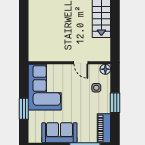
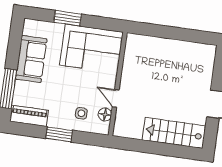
door: (81, 63) -> (116, 98), hinge flipped
floor lamp: (105, 69) -> (105, 114), moved

